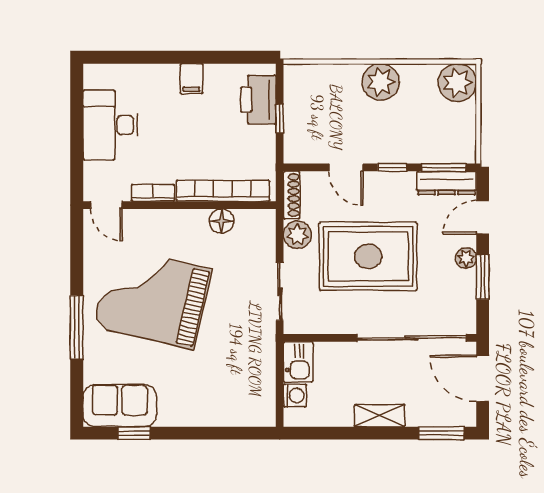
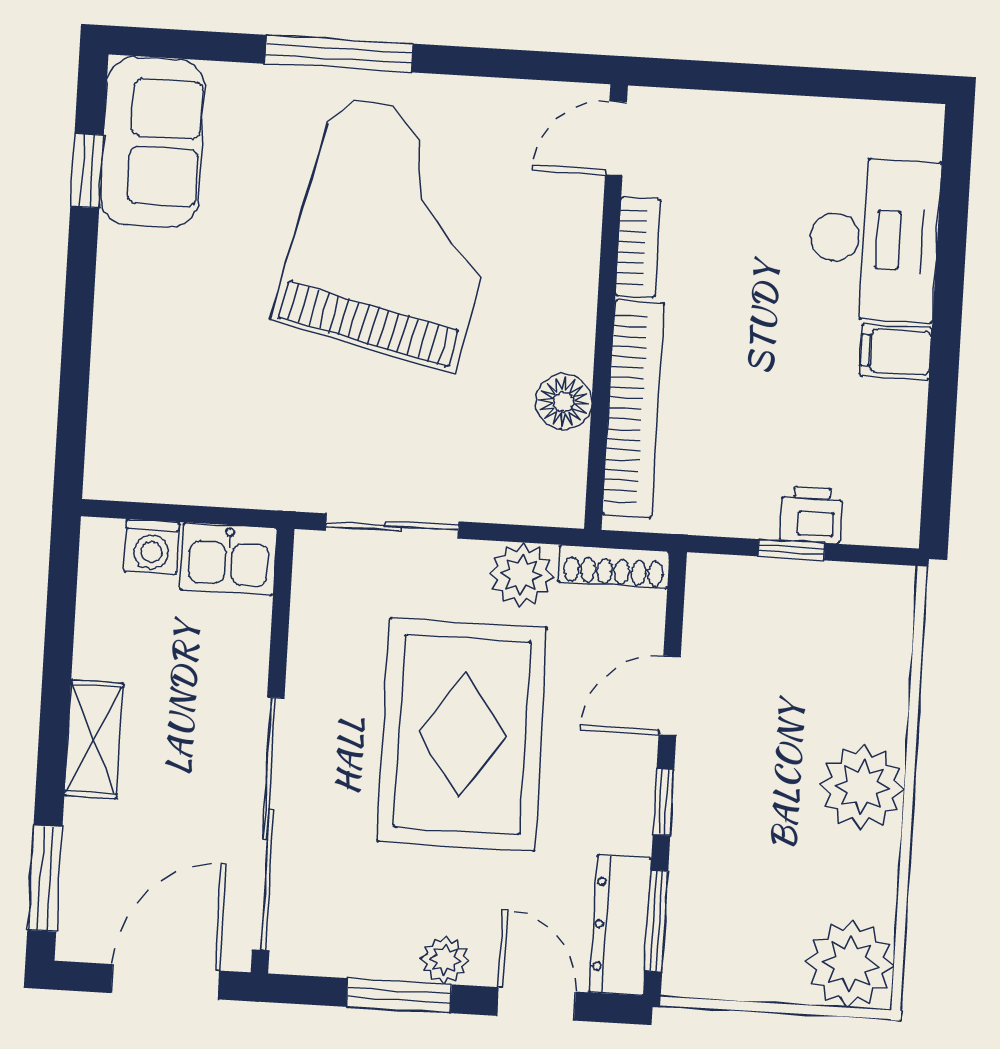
printer: (258, 100) -> (811, 515), width x0.53, depth x0.68
desk: (110, 125) -> (874, 239), moved, turned 90

